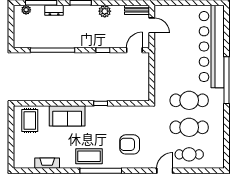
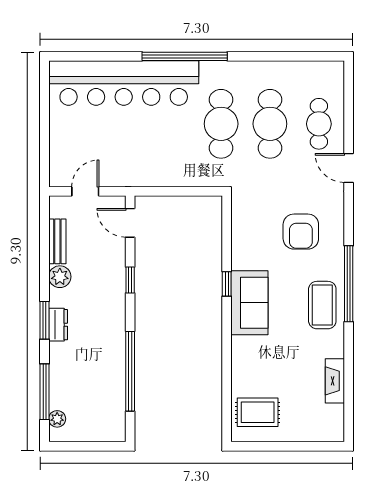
dresser: (54, 10) -> (58, 325), moved
bench: (137, 10) -> (57, 241), moved
sofa: (67, 116) -> (249, 303), moved

